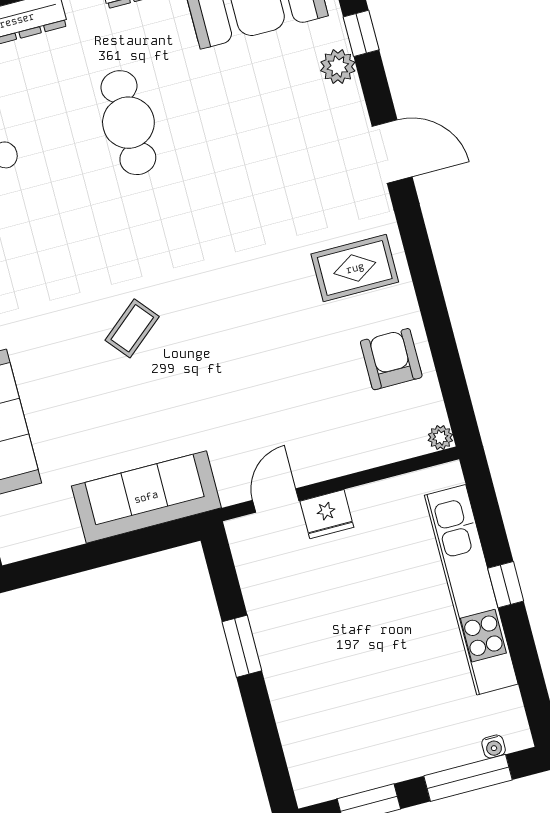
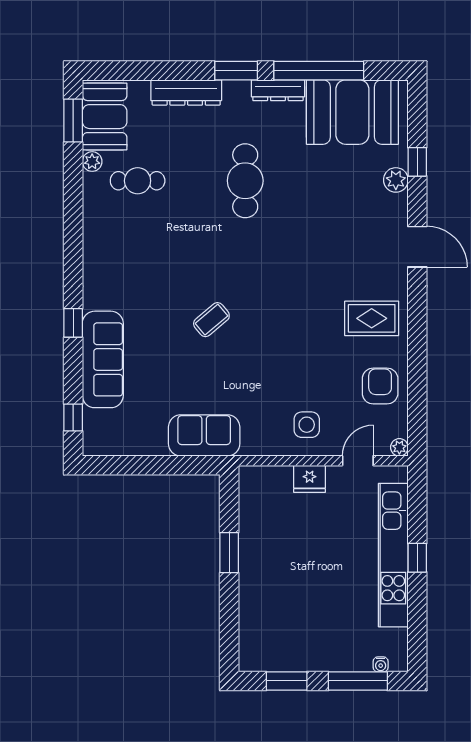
side table: (303, 440) -> (307, 425), added
sofa: (146, 497) -> (204, 435), width x0.73
door: (276, 501) -> (358, 461), moved

